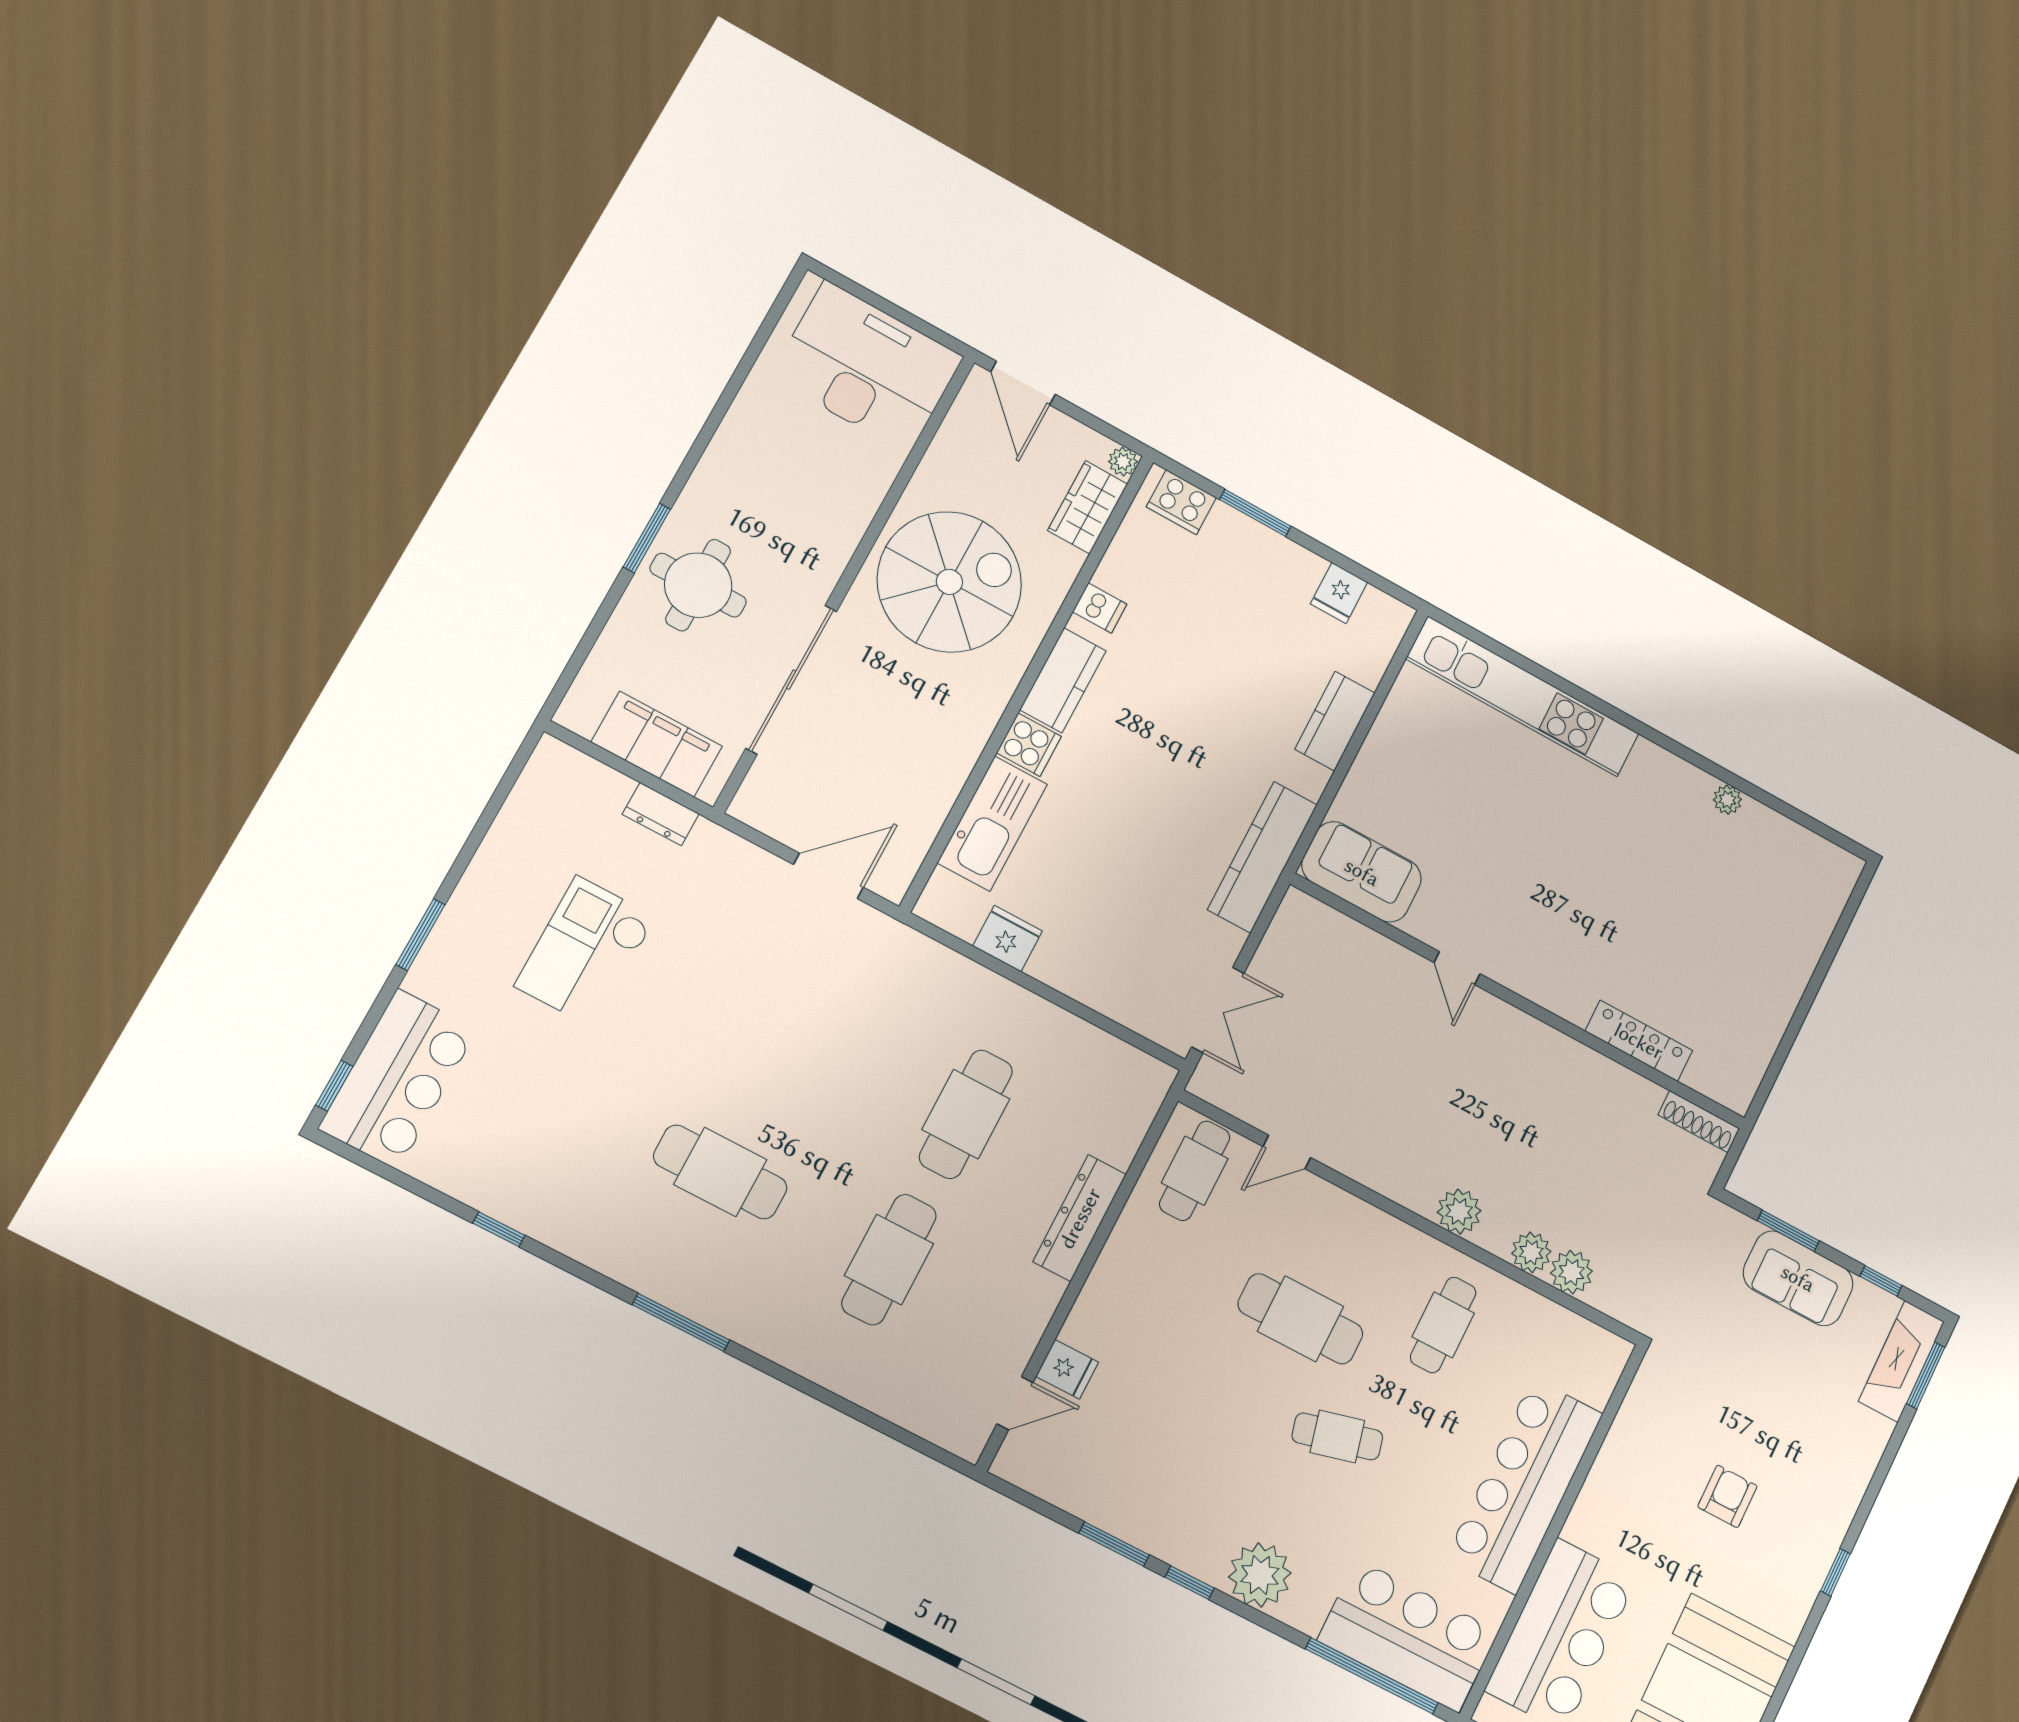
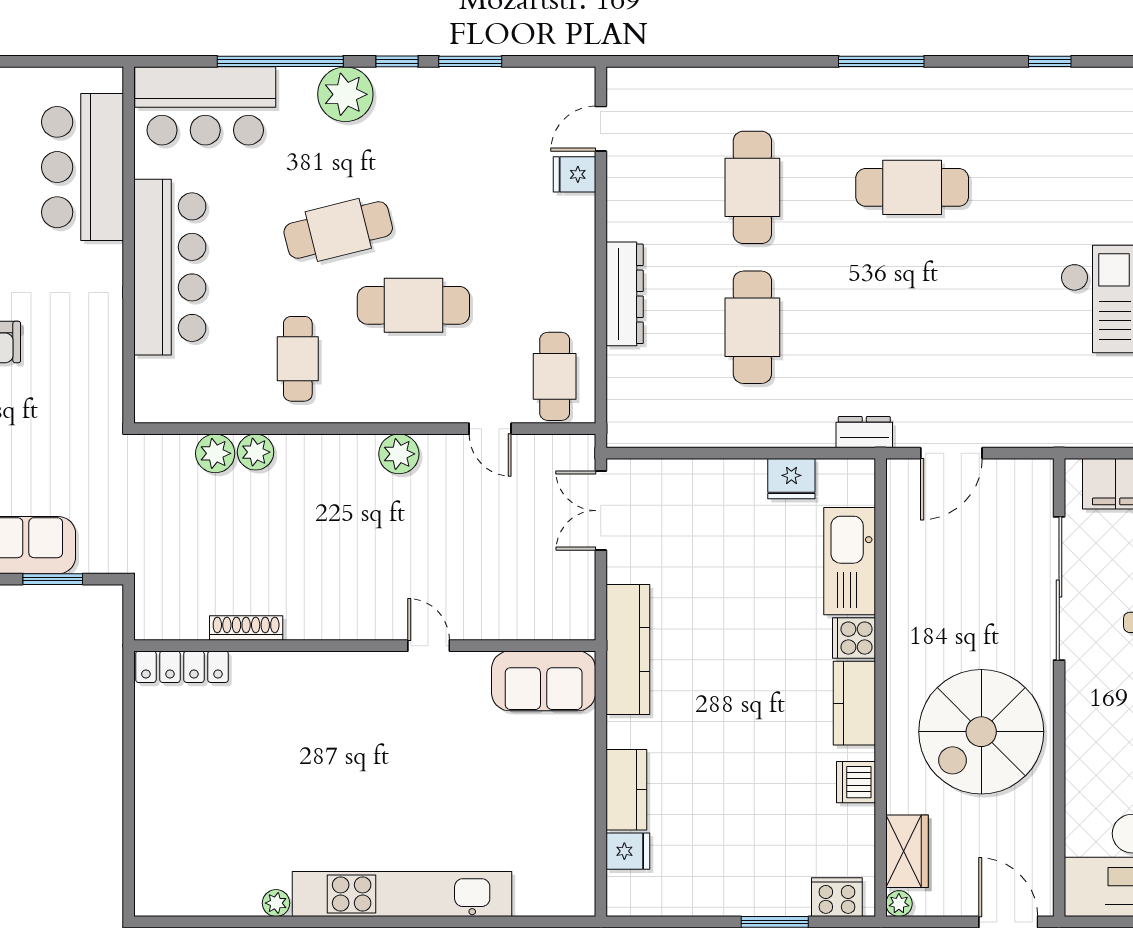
fridge: (1339, 593) -> (628, 851), moved, turned 90
dishwasher: (1100, 608) -> (856, 782), width x1.38
kitchen unit: (1523, 697) -> (402, 894), moved
dresser: (661, 814) -> (864, 432), moved
locker: (1639, 1041) -> (182, 667), moved
shoe rack: (1699, 1122) -> (246, 628), moved
door: (1287, 1152) -> (490, 429), swing flipped
plant: (1459, 1211) -> (399, 454), moved
cafe table: (1337, 1436) -> (338, 230), width x1.37, depth x1.35
window: (1372, 1676) -> (280, 61), moved

